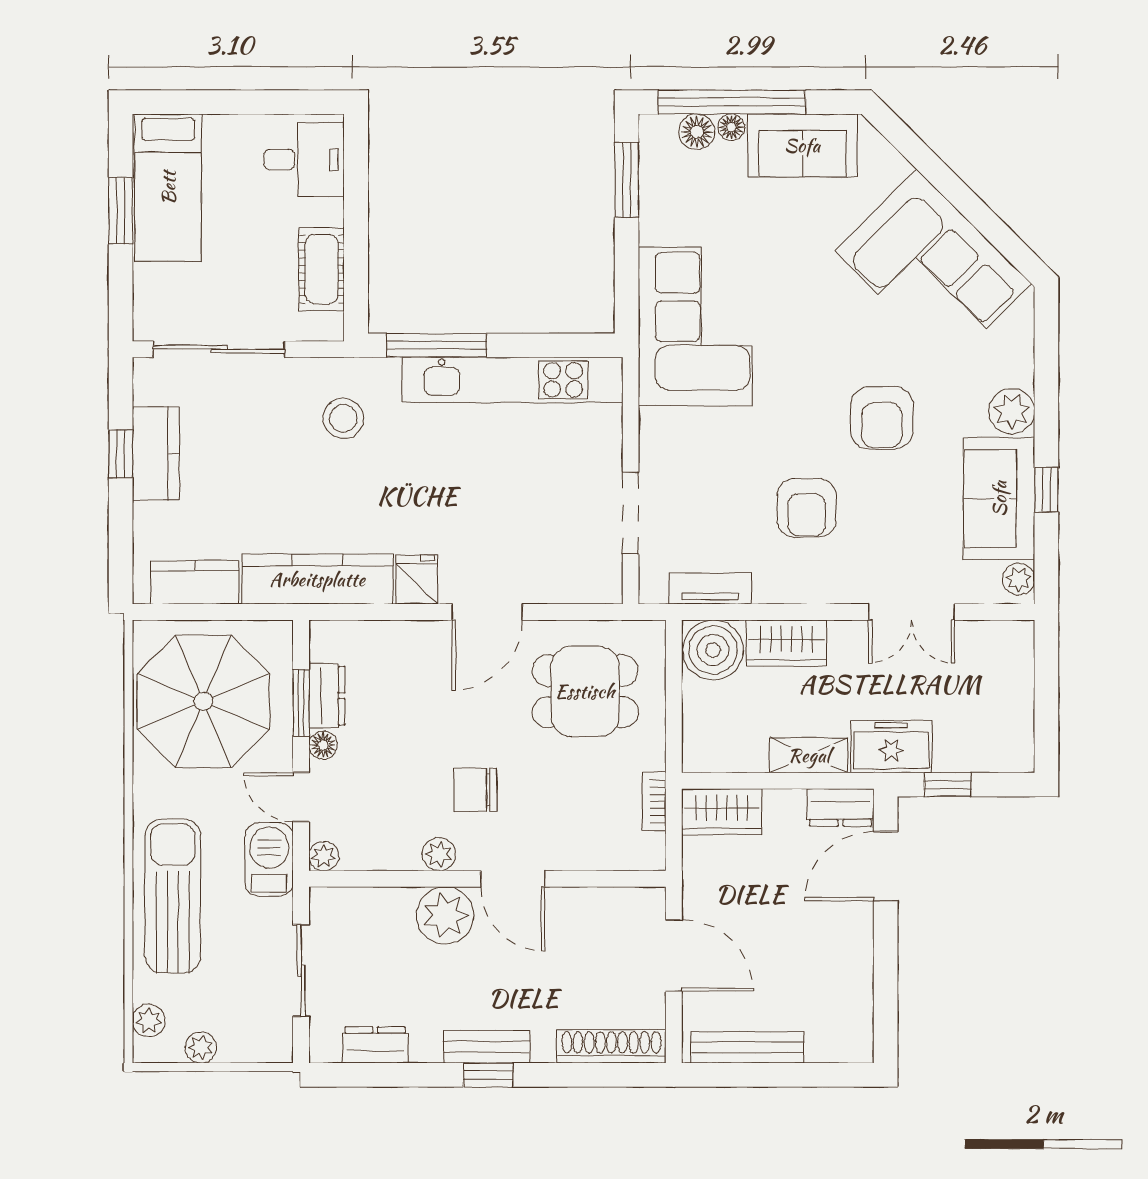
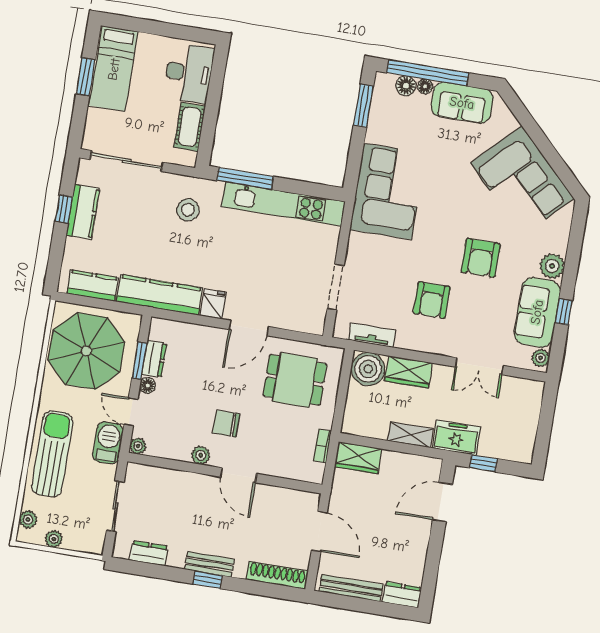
desk: (304, 159) -> (189, 73), width x1.37
dresser: (840, 807) -> (402, 595), moved, turned 180
plant: (445, 915) -> (199, 489), removed

